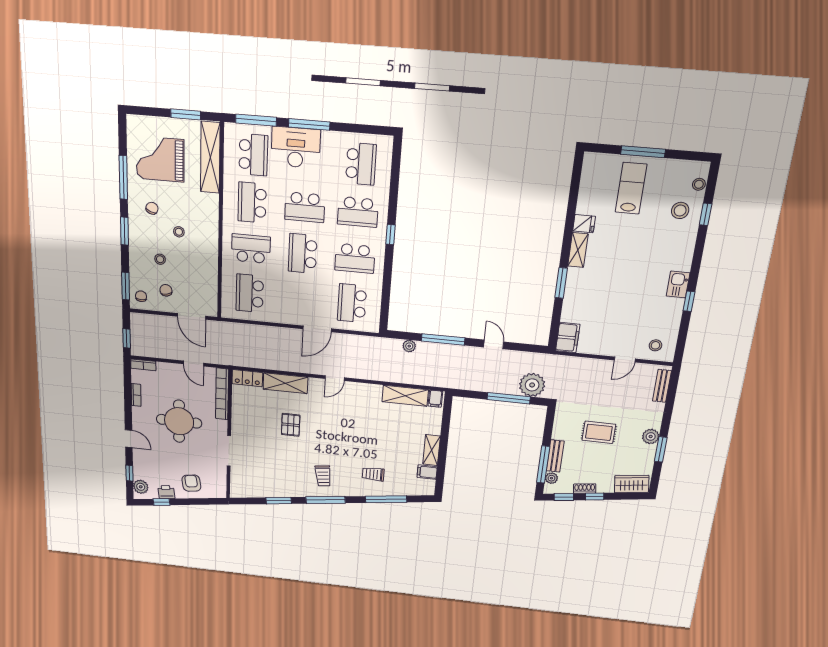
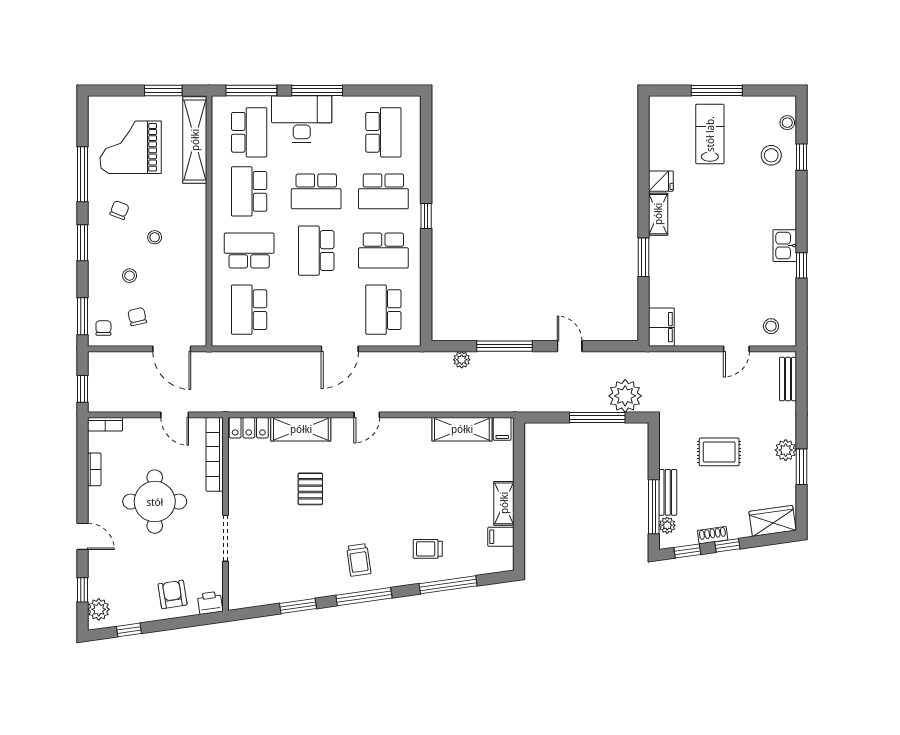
printer: (166, 492) -> (210, 603), moved

